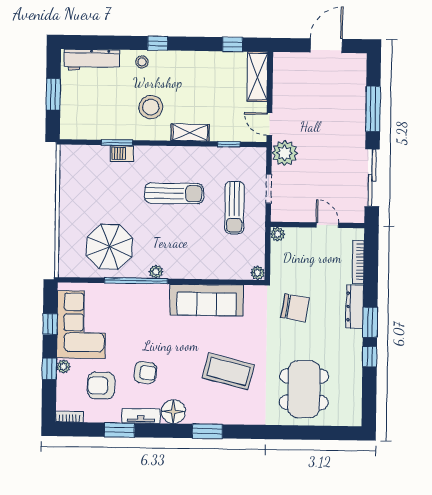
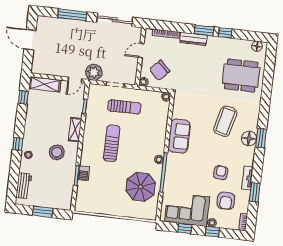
workbench: (92, 60) -> (24, 186), width x0.73
sofa: (207, 300) -> (179, 136), width x0.73
chair: (295, 308) -> (160, 70), moved, turned -146
floor lamp: (353, 410) -> (257, 46), added
floor lamp: (173, 412) -> (249, 138), moved

